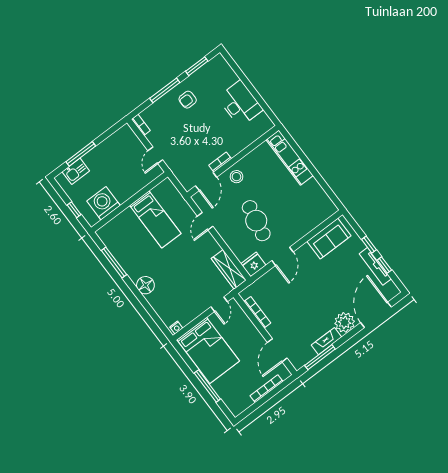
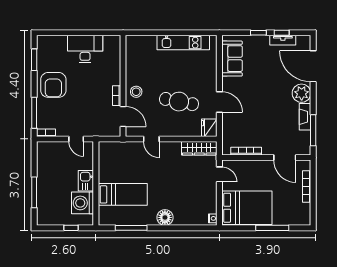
window: (165, 90) -> (34, 113), moved
armchair: (188, 100) -> (53, 85), width x1.88, depth x1.88
kitchen unit: (290, 158) -> (183, 43), moved
kitchen sink: (76, 171) -> (86, 181), moved, turned 180
bed: (155, 220) -> (123, 194), moved
tv unit: (375, 266) -> (283, 40), width x0.71

